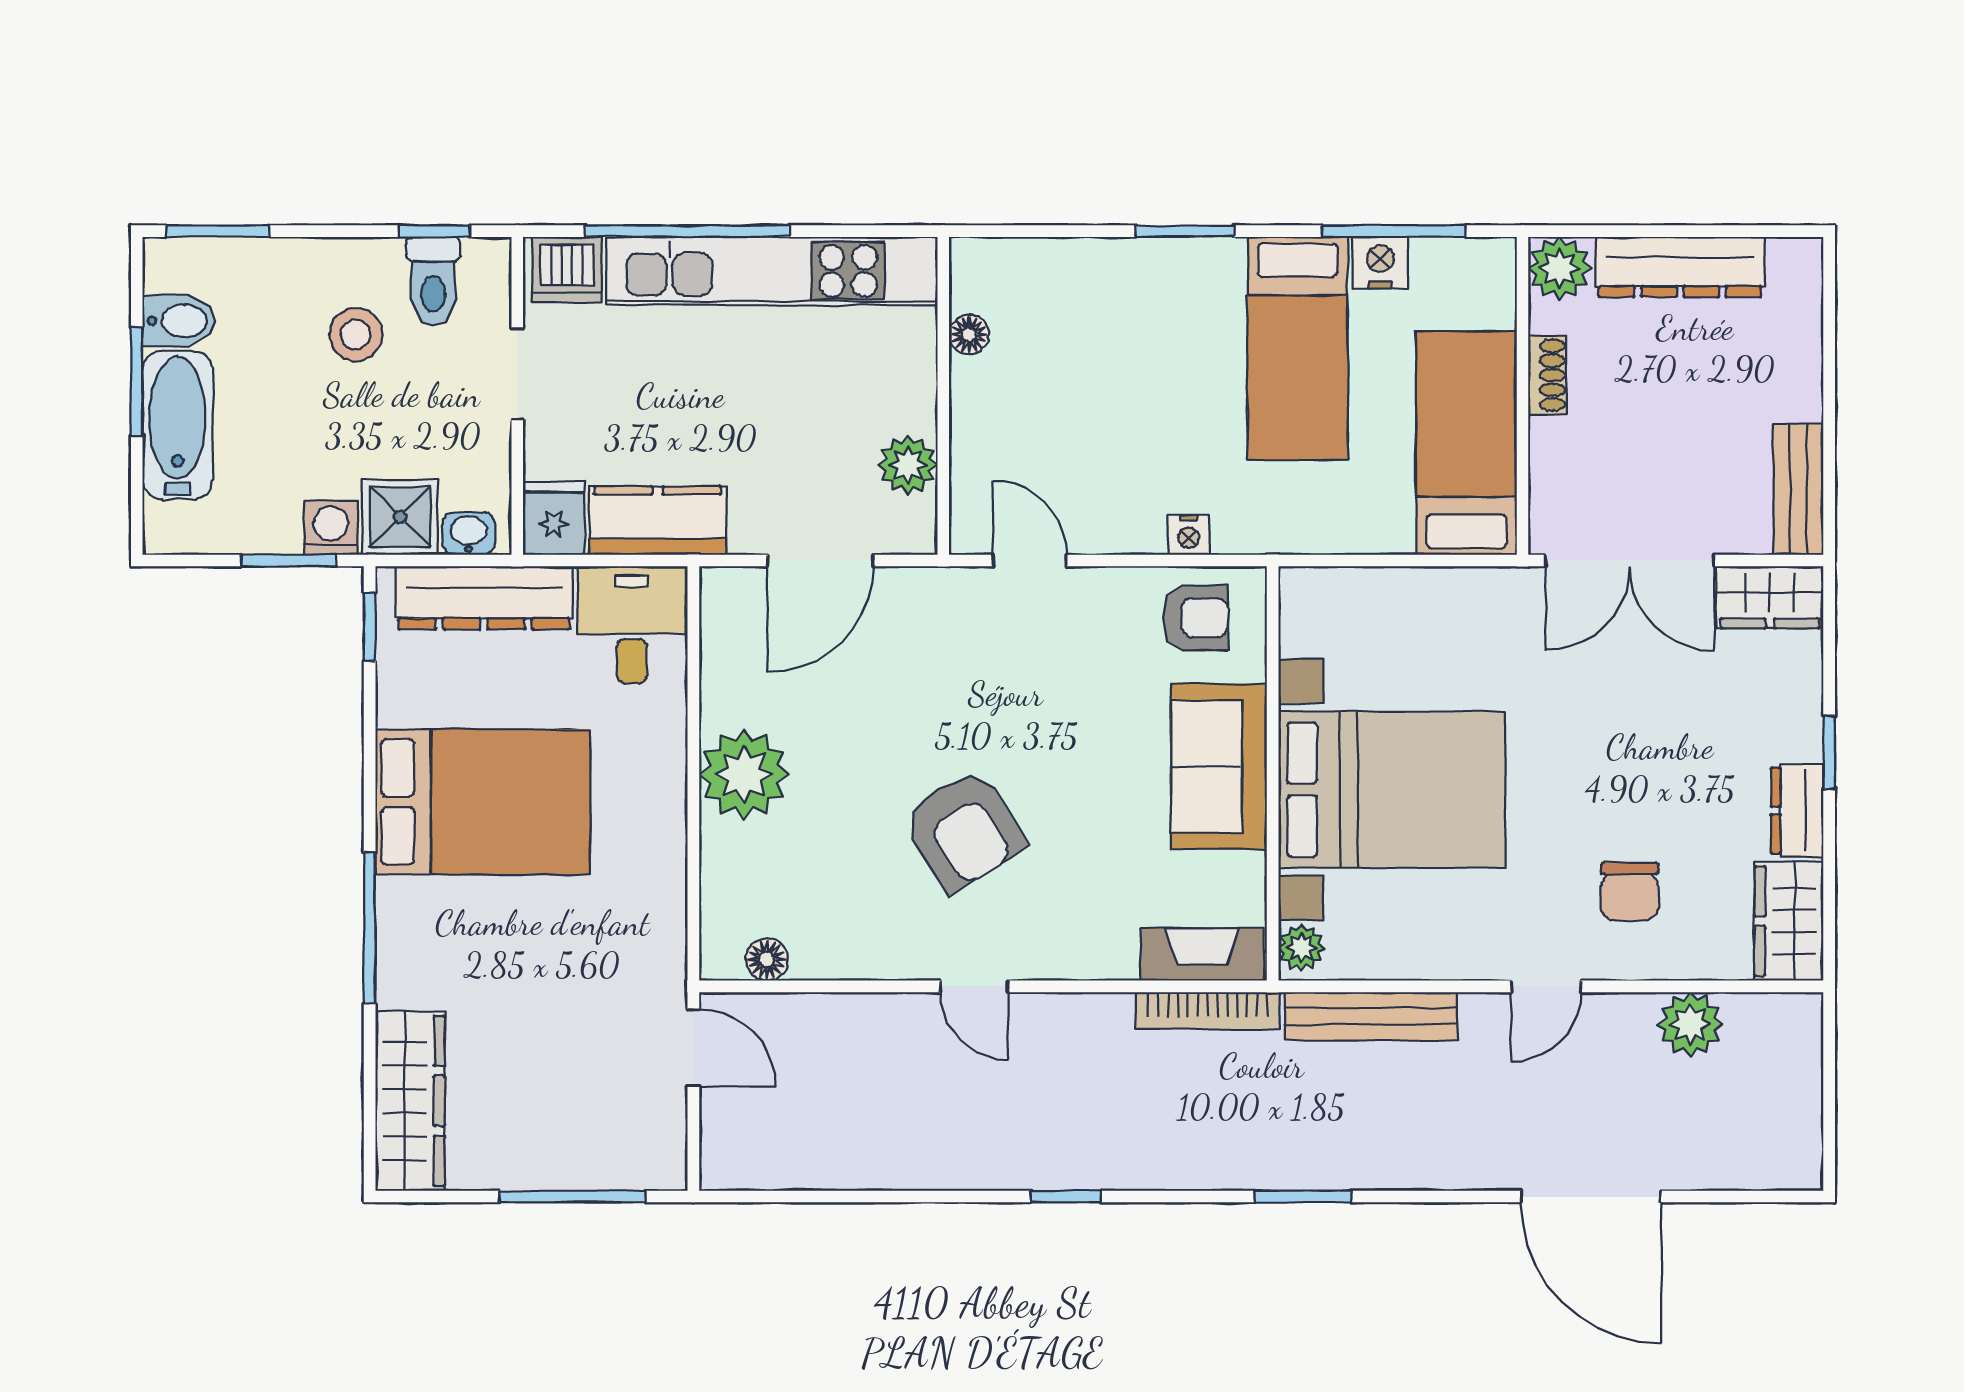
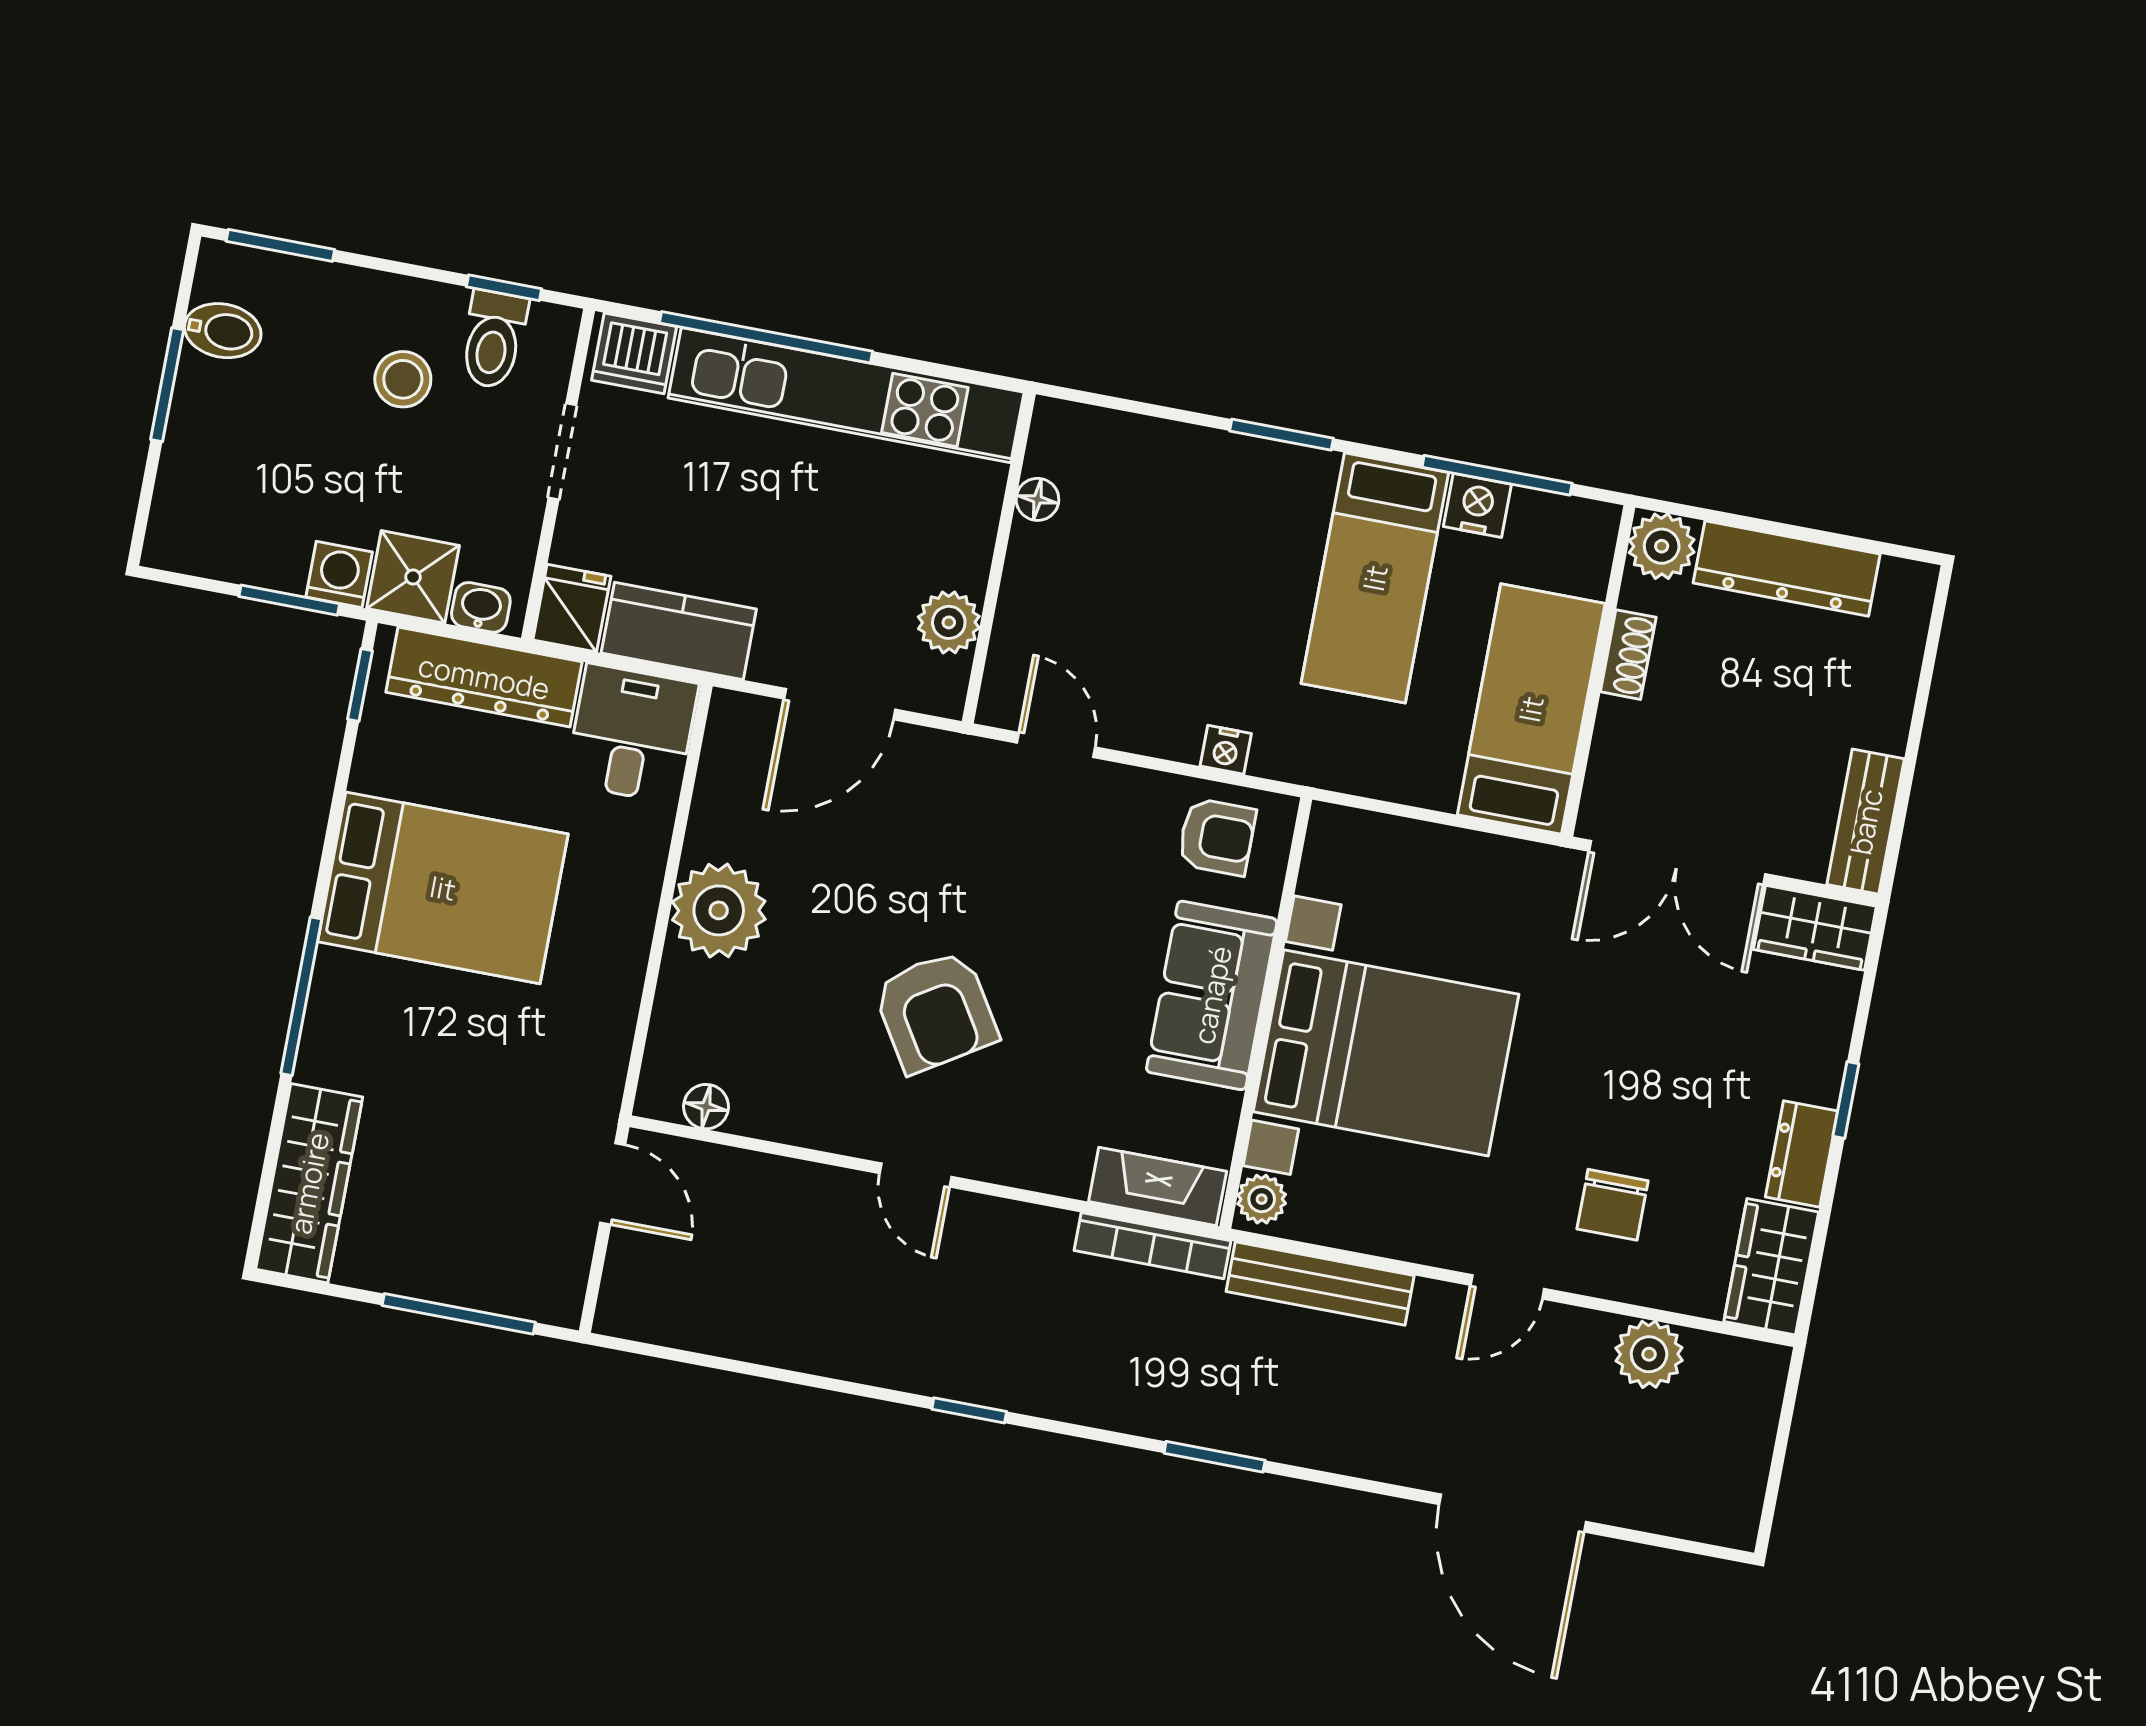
bathtub: (178, 425) -> (201, 438), removed

